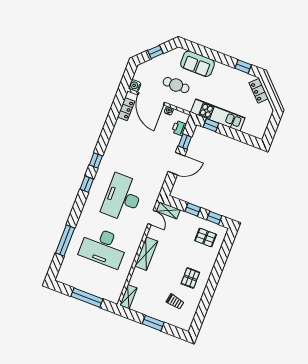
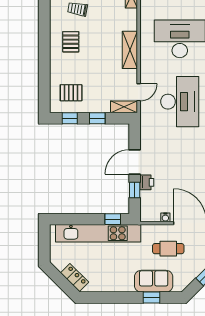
window: (243, 67) -> (151, 298), moved
kitchen unit: (218, 115) -> (98, 233), width x1.36
printer: (179, 128) -> (147, 182), moved
door: (152, 217) -> (139, 92), swing flipped

